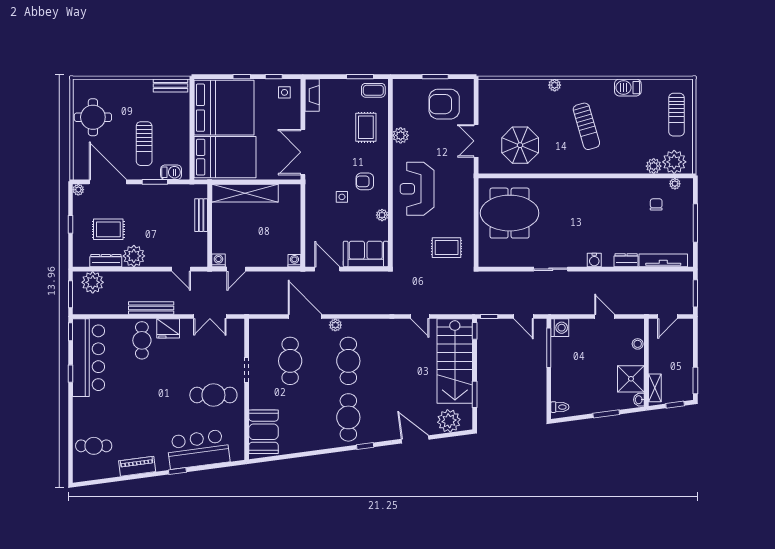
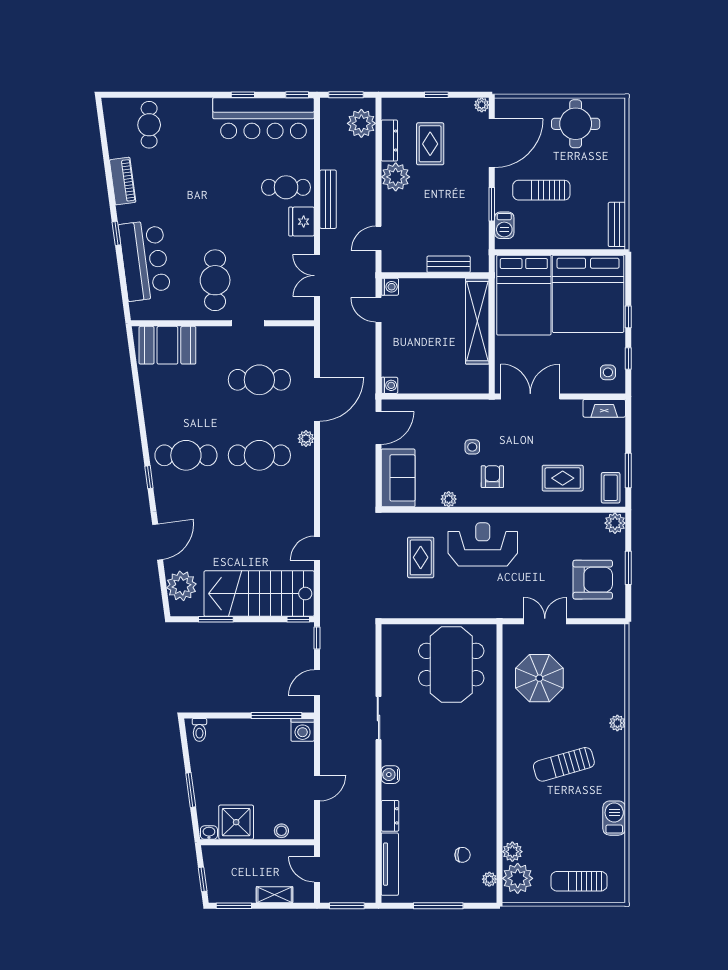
armchair: (444, 104) -> (593, 580), turned 90
plant: (401, 135) -> (615, 523), moved
rug: (447, 248) -> (421, 557), moved
shelving: (655, 388) -> (275, 895), moved

